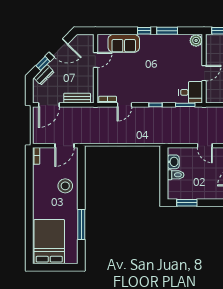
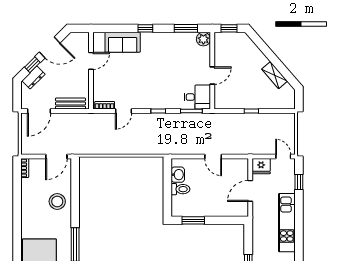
window: (167, 31) -> (186, 28), moved

